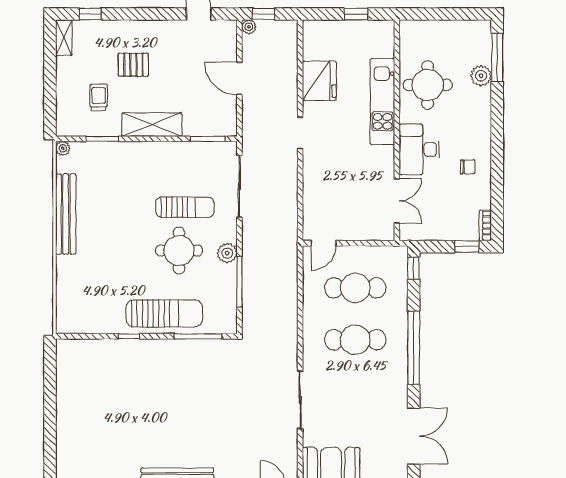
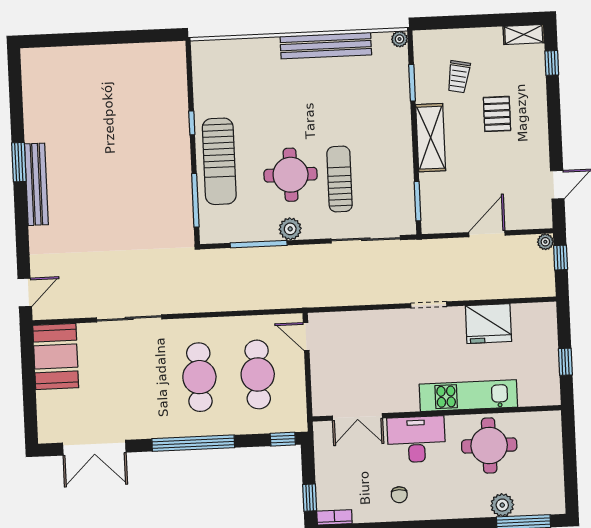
trolley: (99, 97) -> (459, 77), turned 101
sun lounger: (185, 207) -> (340, 179), turned 180

